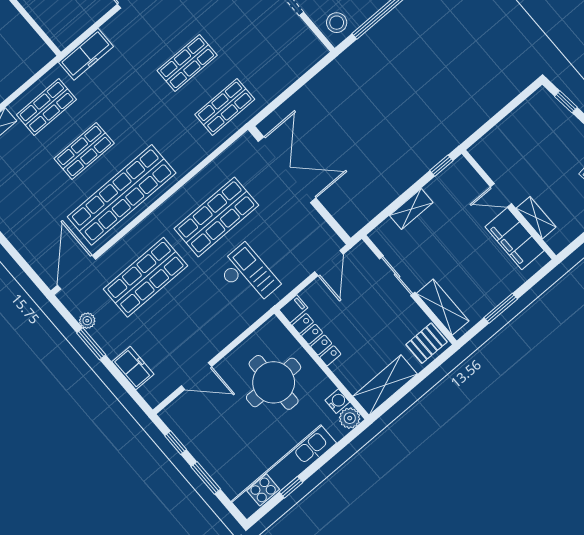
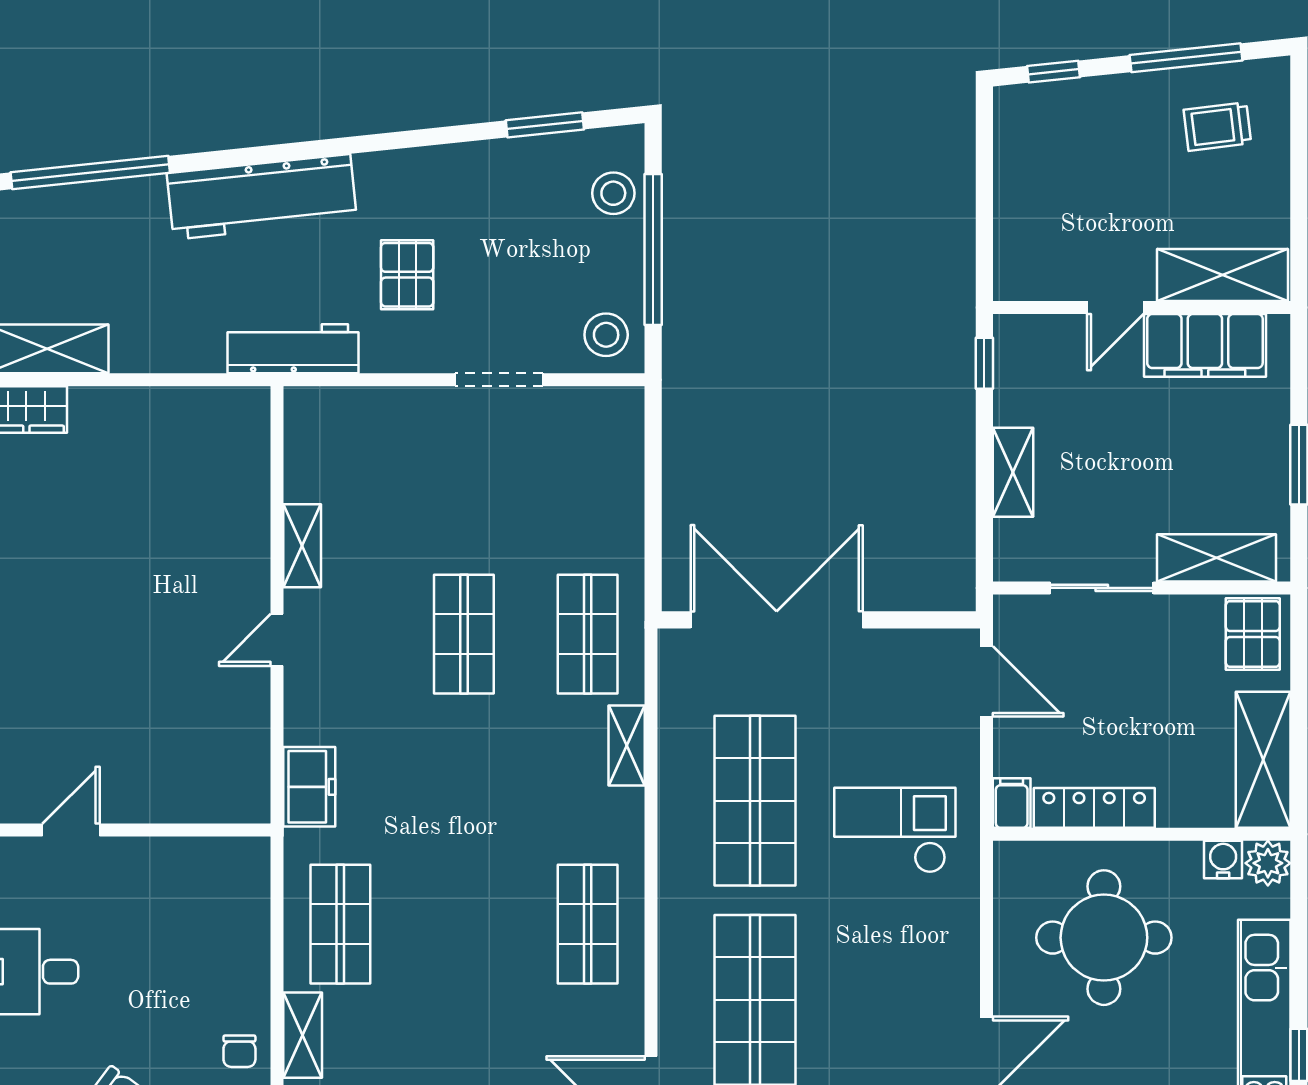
freezer: (86, 54) -> (309, 787), width x0.71
shop shelf: (84, 151) -> (464, 924), removed
shelving: (197, 155) -> (627, 745), added
shop shelf: (122, 195) -> (588, 924), width x0.50, depth x0.74
shelving: (536, 218) -> (1222, 275), width x1.50, depth x1.33

